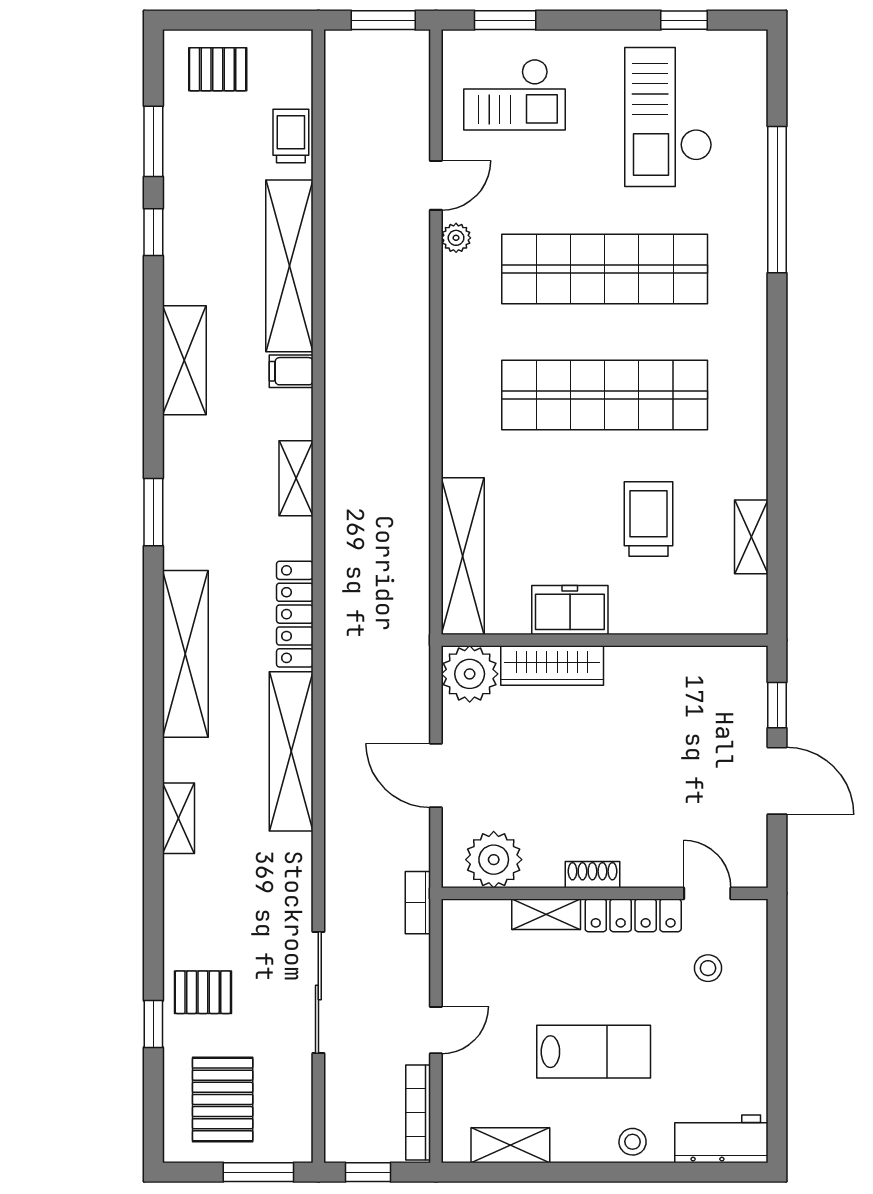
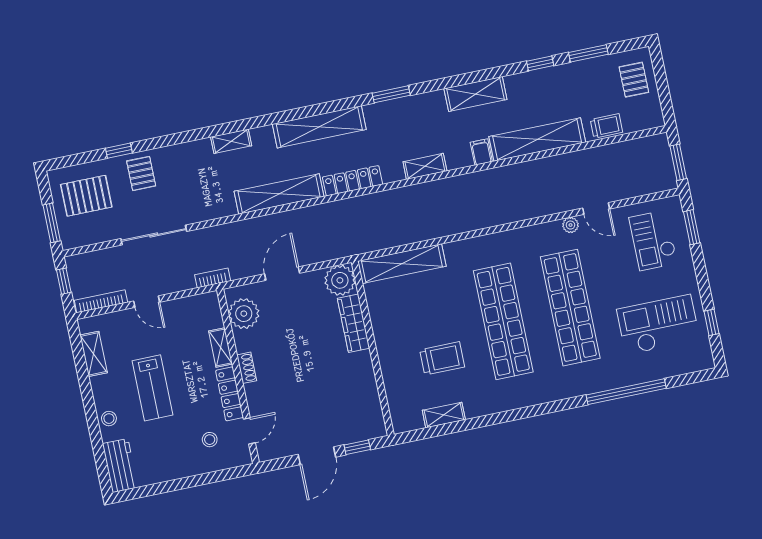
freezer: (570, 610) -> (385, 327), removed

